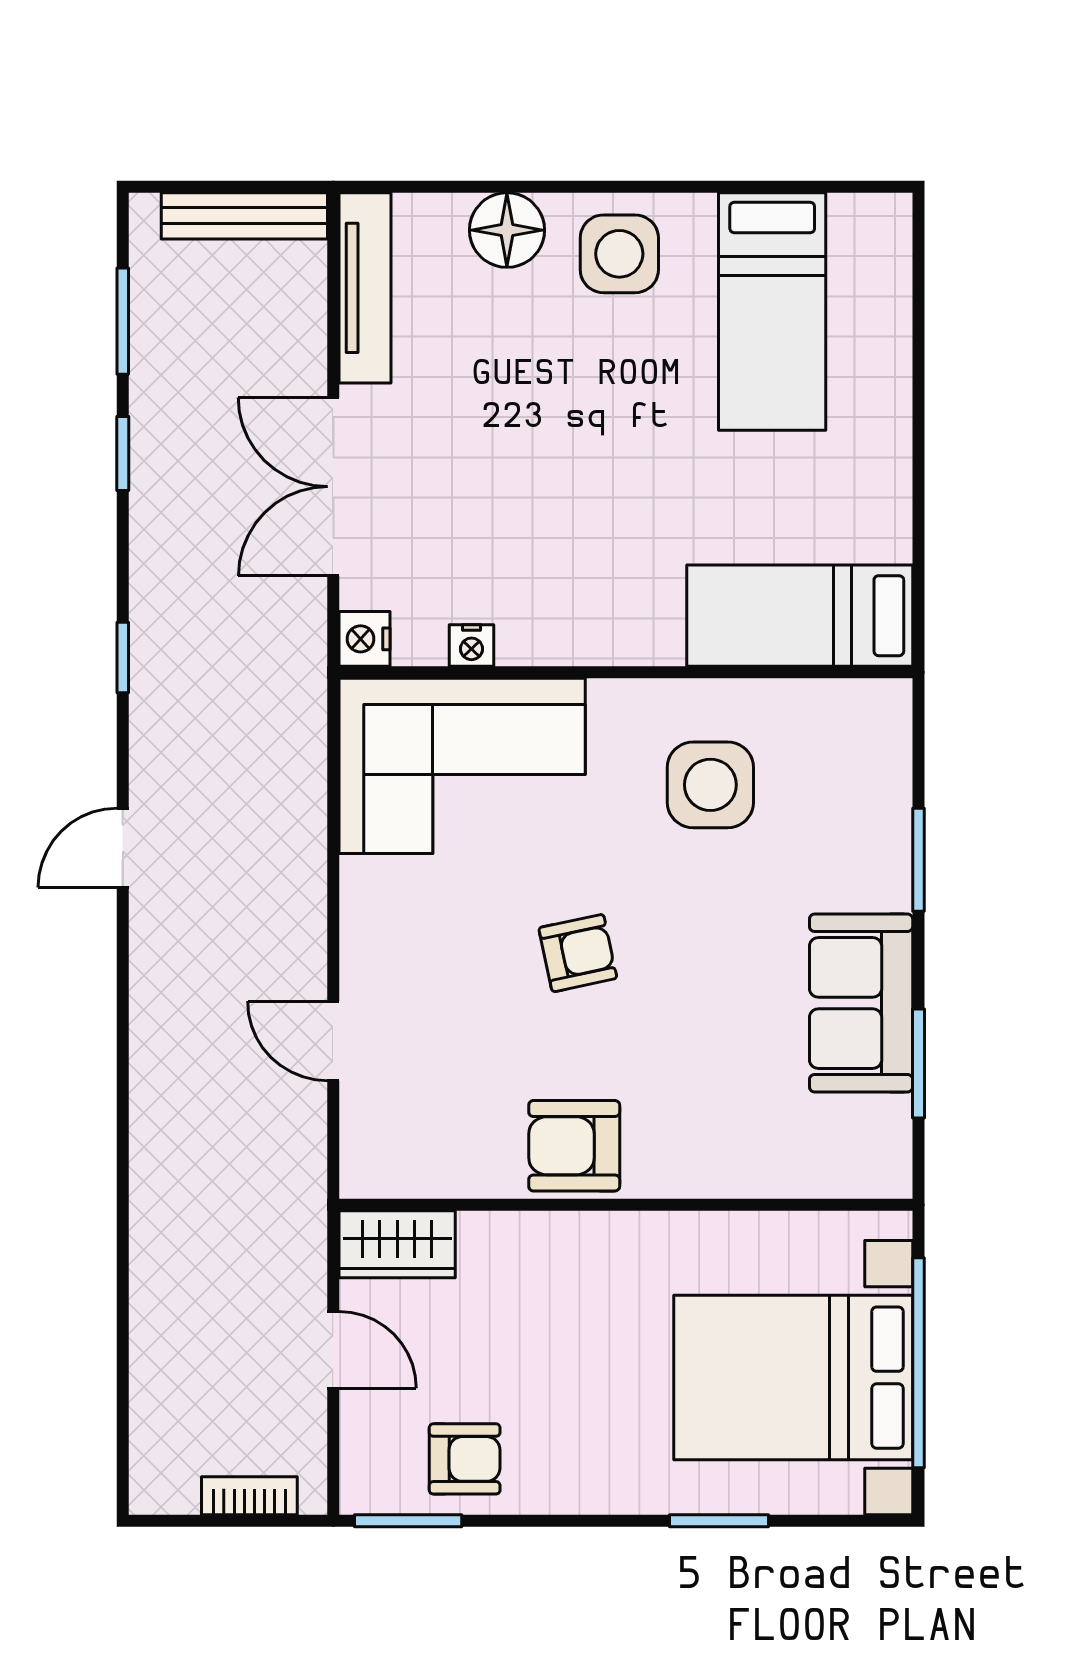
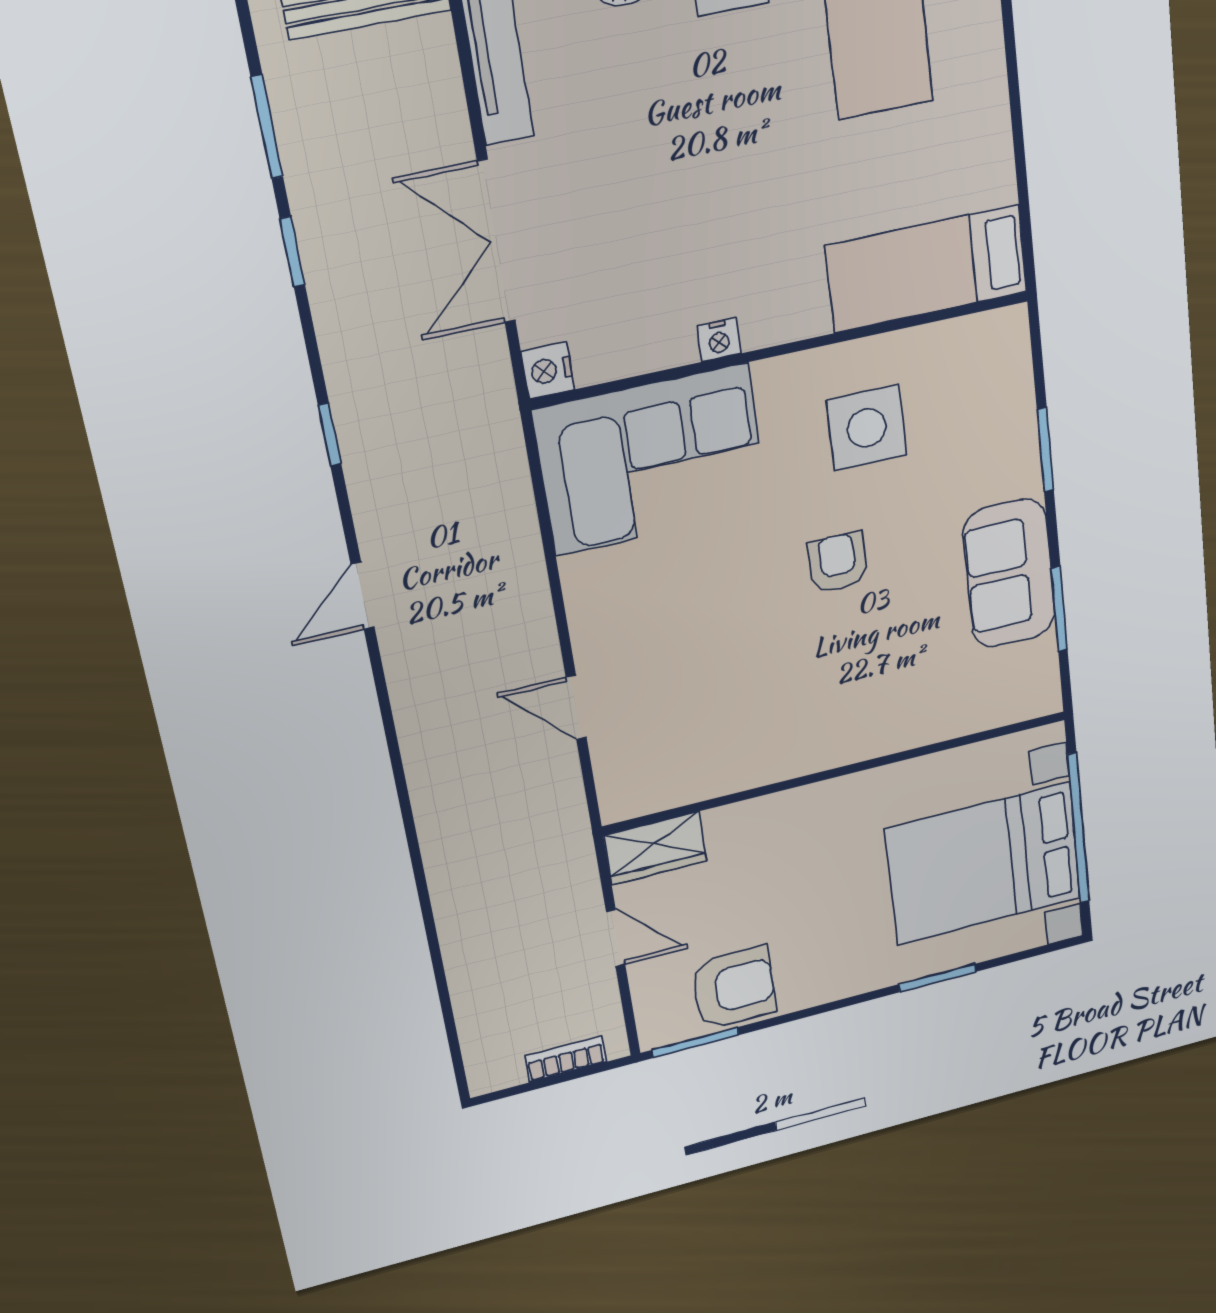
nightstand: (472, 645) -> (719, 340), moved
armchair: (578, 953) -> (838, 563), moved, turned -78
armchair: (574, 1146) -> (789, 739), removed
armchair: (465, 1459) -> (734, 988), width x1.38, depth x1.38

